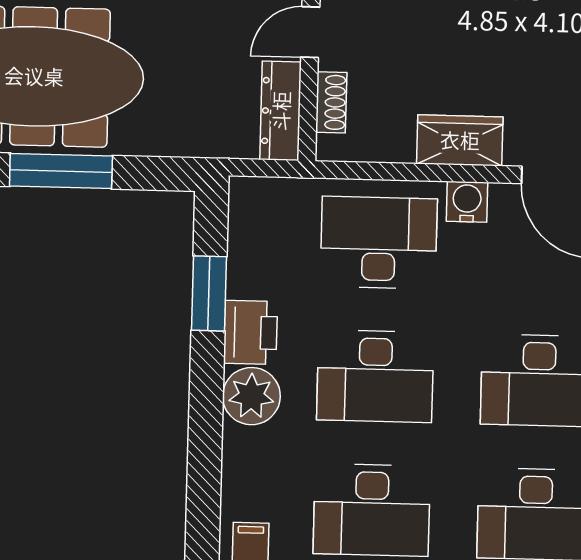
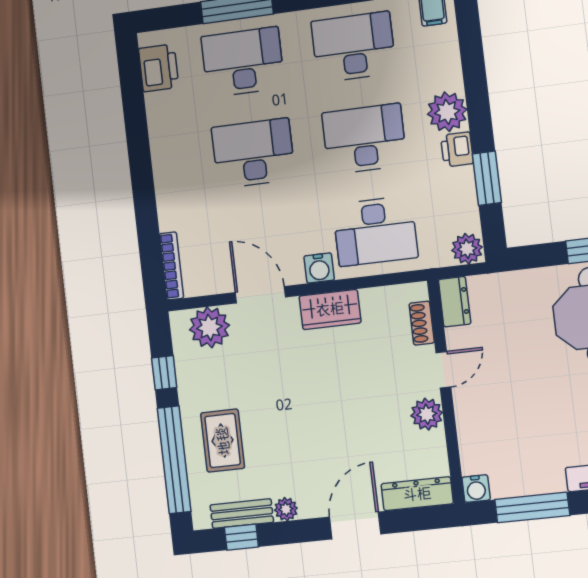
dresser: (281, 111) -> (455, 302), width x0.70
plant: (252, 198) -> (467, 249), added
printer: (250, 332) -> (457, 149), width x0.73, depth x0.81

